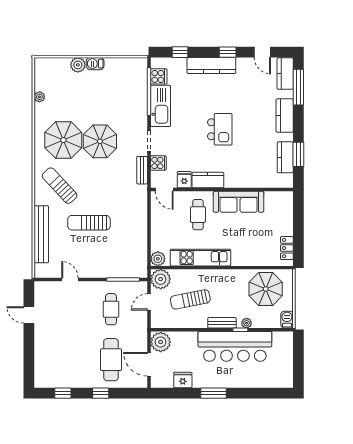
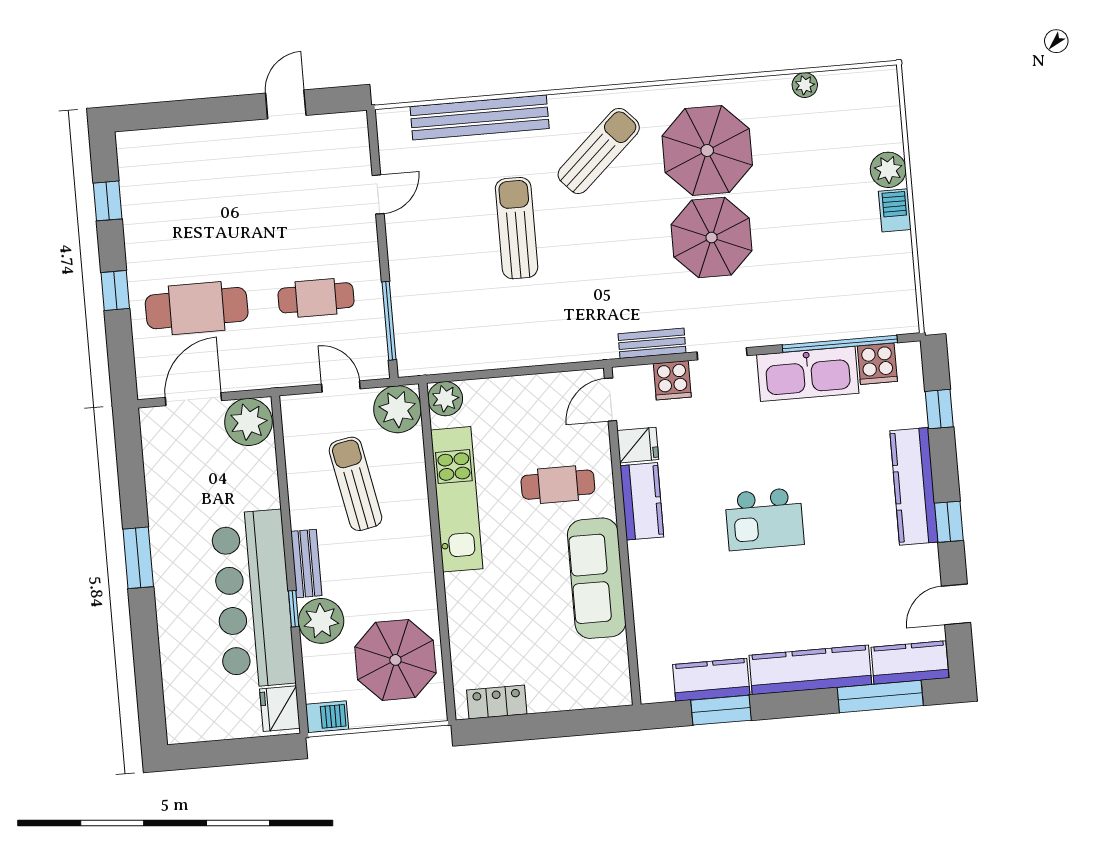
kitchen counter: (285, 116) -> (810, 670), width x1.50
plant: (247, 323) -> (321, 621), width x1.87, depth x1.87
fridge: (183, 380) -> (280, 709), moved, turned 180

